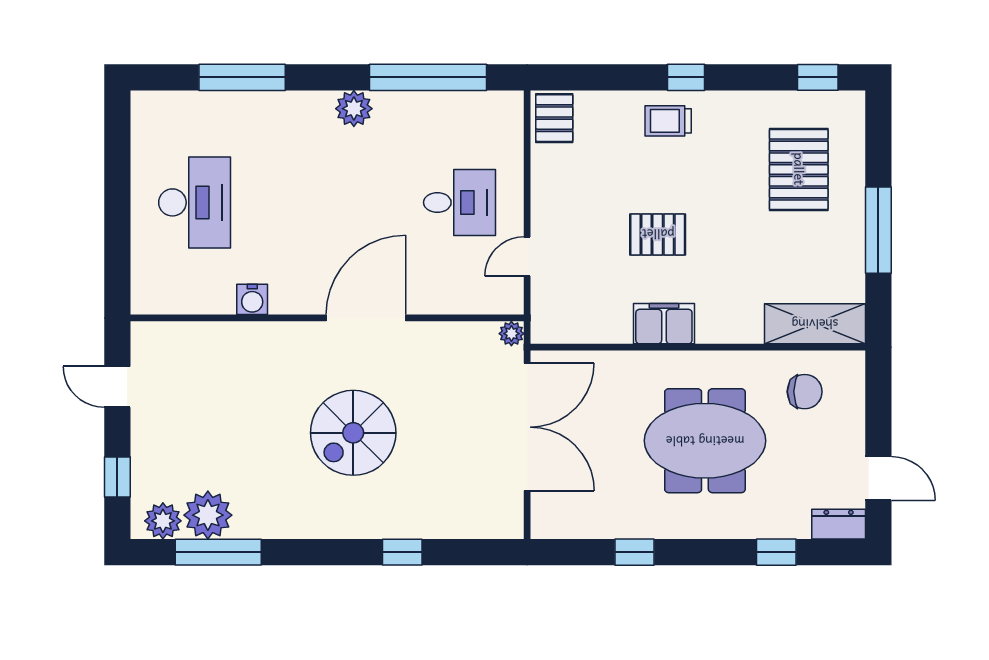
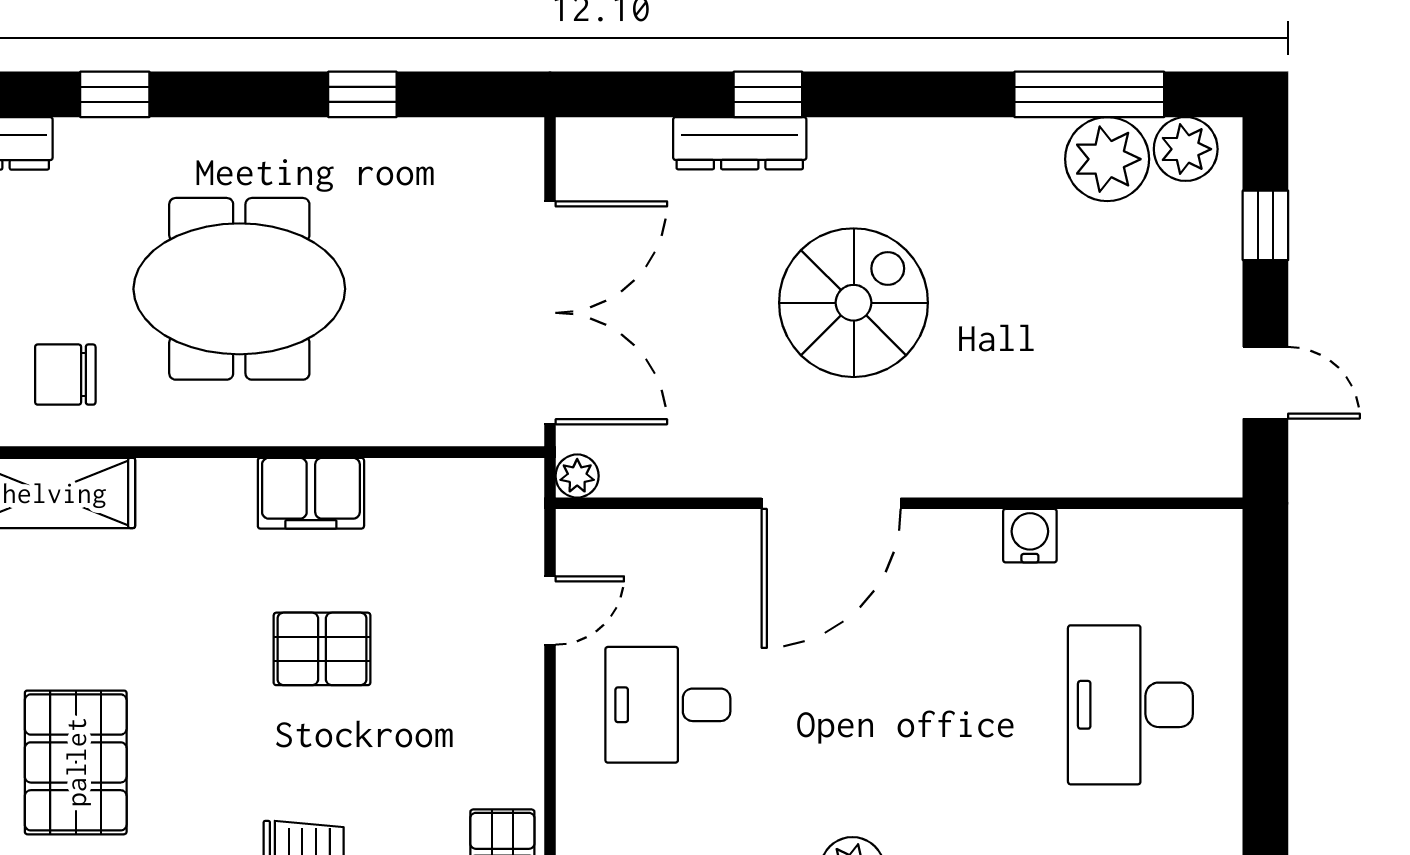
double door: (527, 427) -> (550, 313), swing flipped
dresser: (418, 524) -> (740, 143), added

